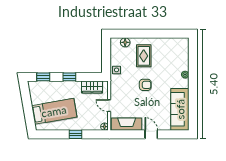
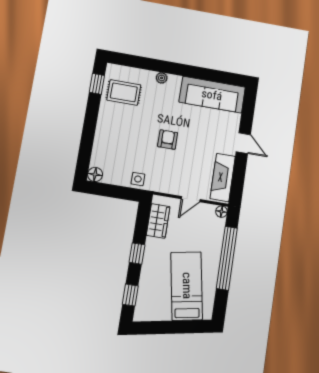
window: (174, 34) -> (97, 84), added
floor lamp: (125, 42) -> (95, 174), moved
rug: (144, 56) -> (124, 92), moved
window: (75, 134) -> (227, 258), width x3.17
door: (151, 134) -> (243, 143), swing flipped

